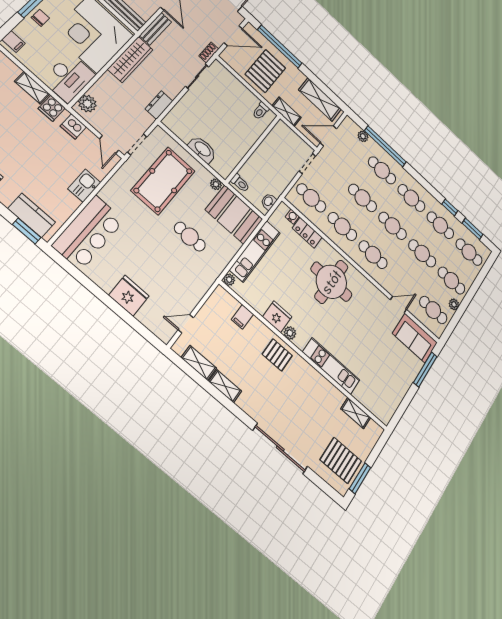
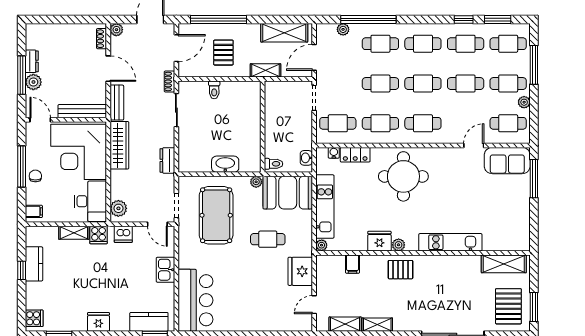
pallet: (265, 71) -> (223, 53), width x0.67, depth x0.71
toilet: (261, 111) -> (214, 90), moved
window: (477, 283) -> (534, 65), added
fridge: (129, 296) -> (300, 271), moved, turned -90
shelving: (356, 413) -> (504, 264), width x1.50, depth x1.33
pallet: (341, 460) -> (508, 306), turned 90

